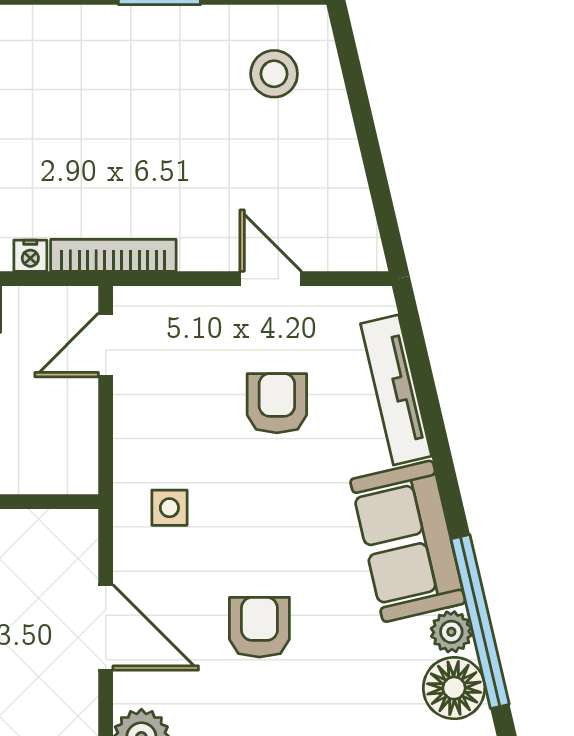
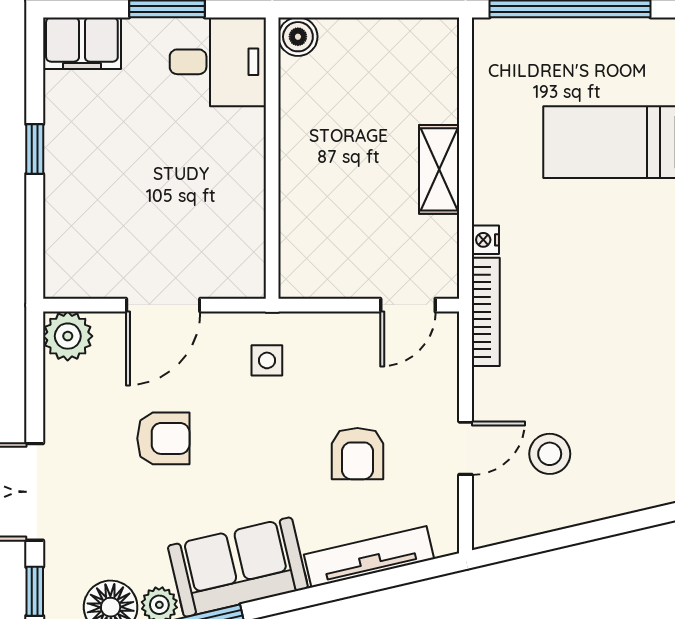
stool: (274, 74) -> (550, 454), moved
door: (106, 345) -> (408, 305), swing flipped
armchair: (277, 403) -> (357, 454), turned 90

